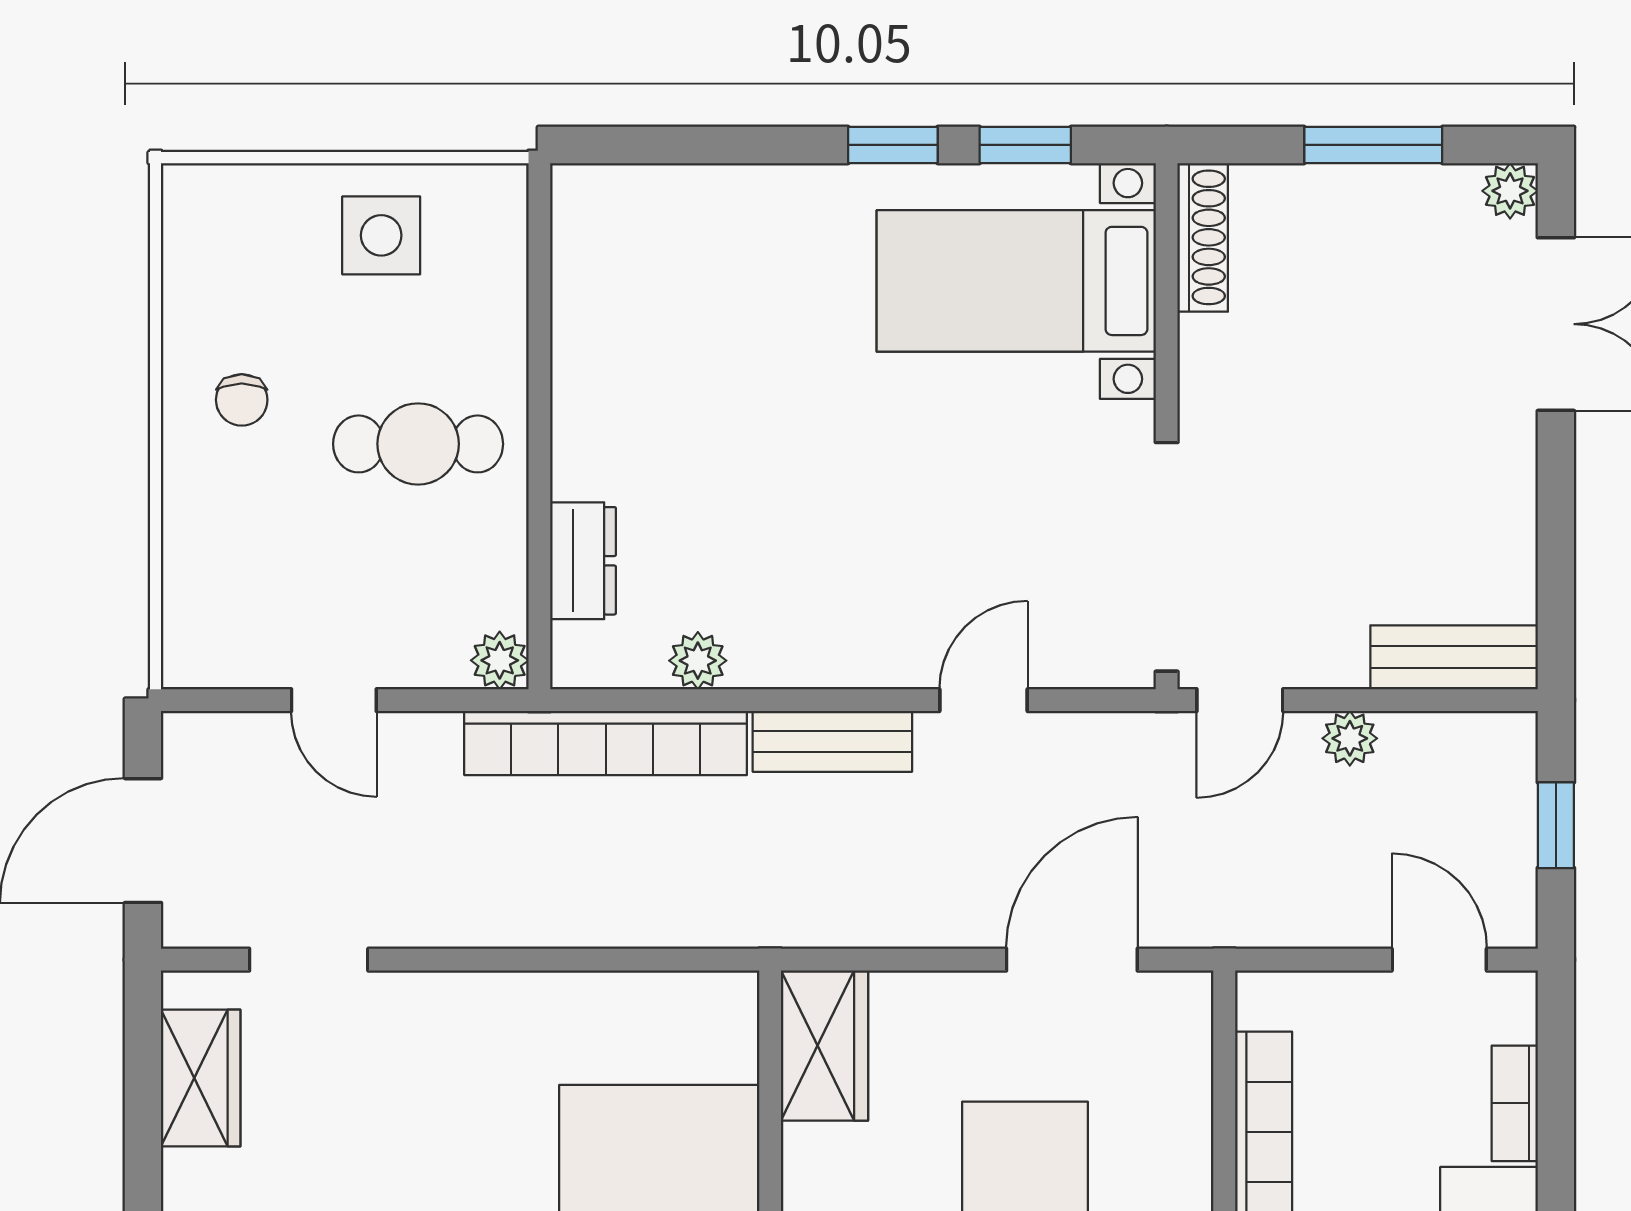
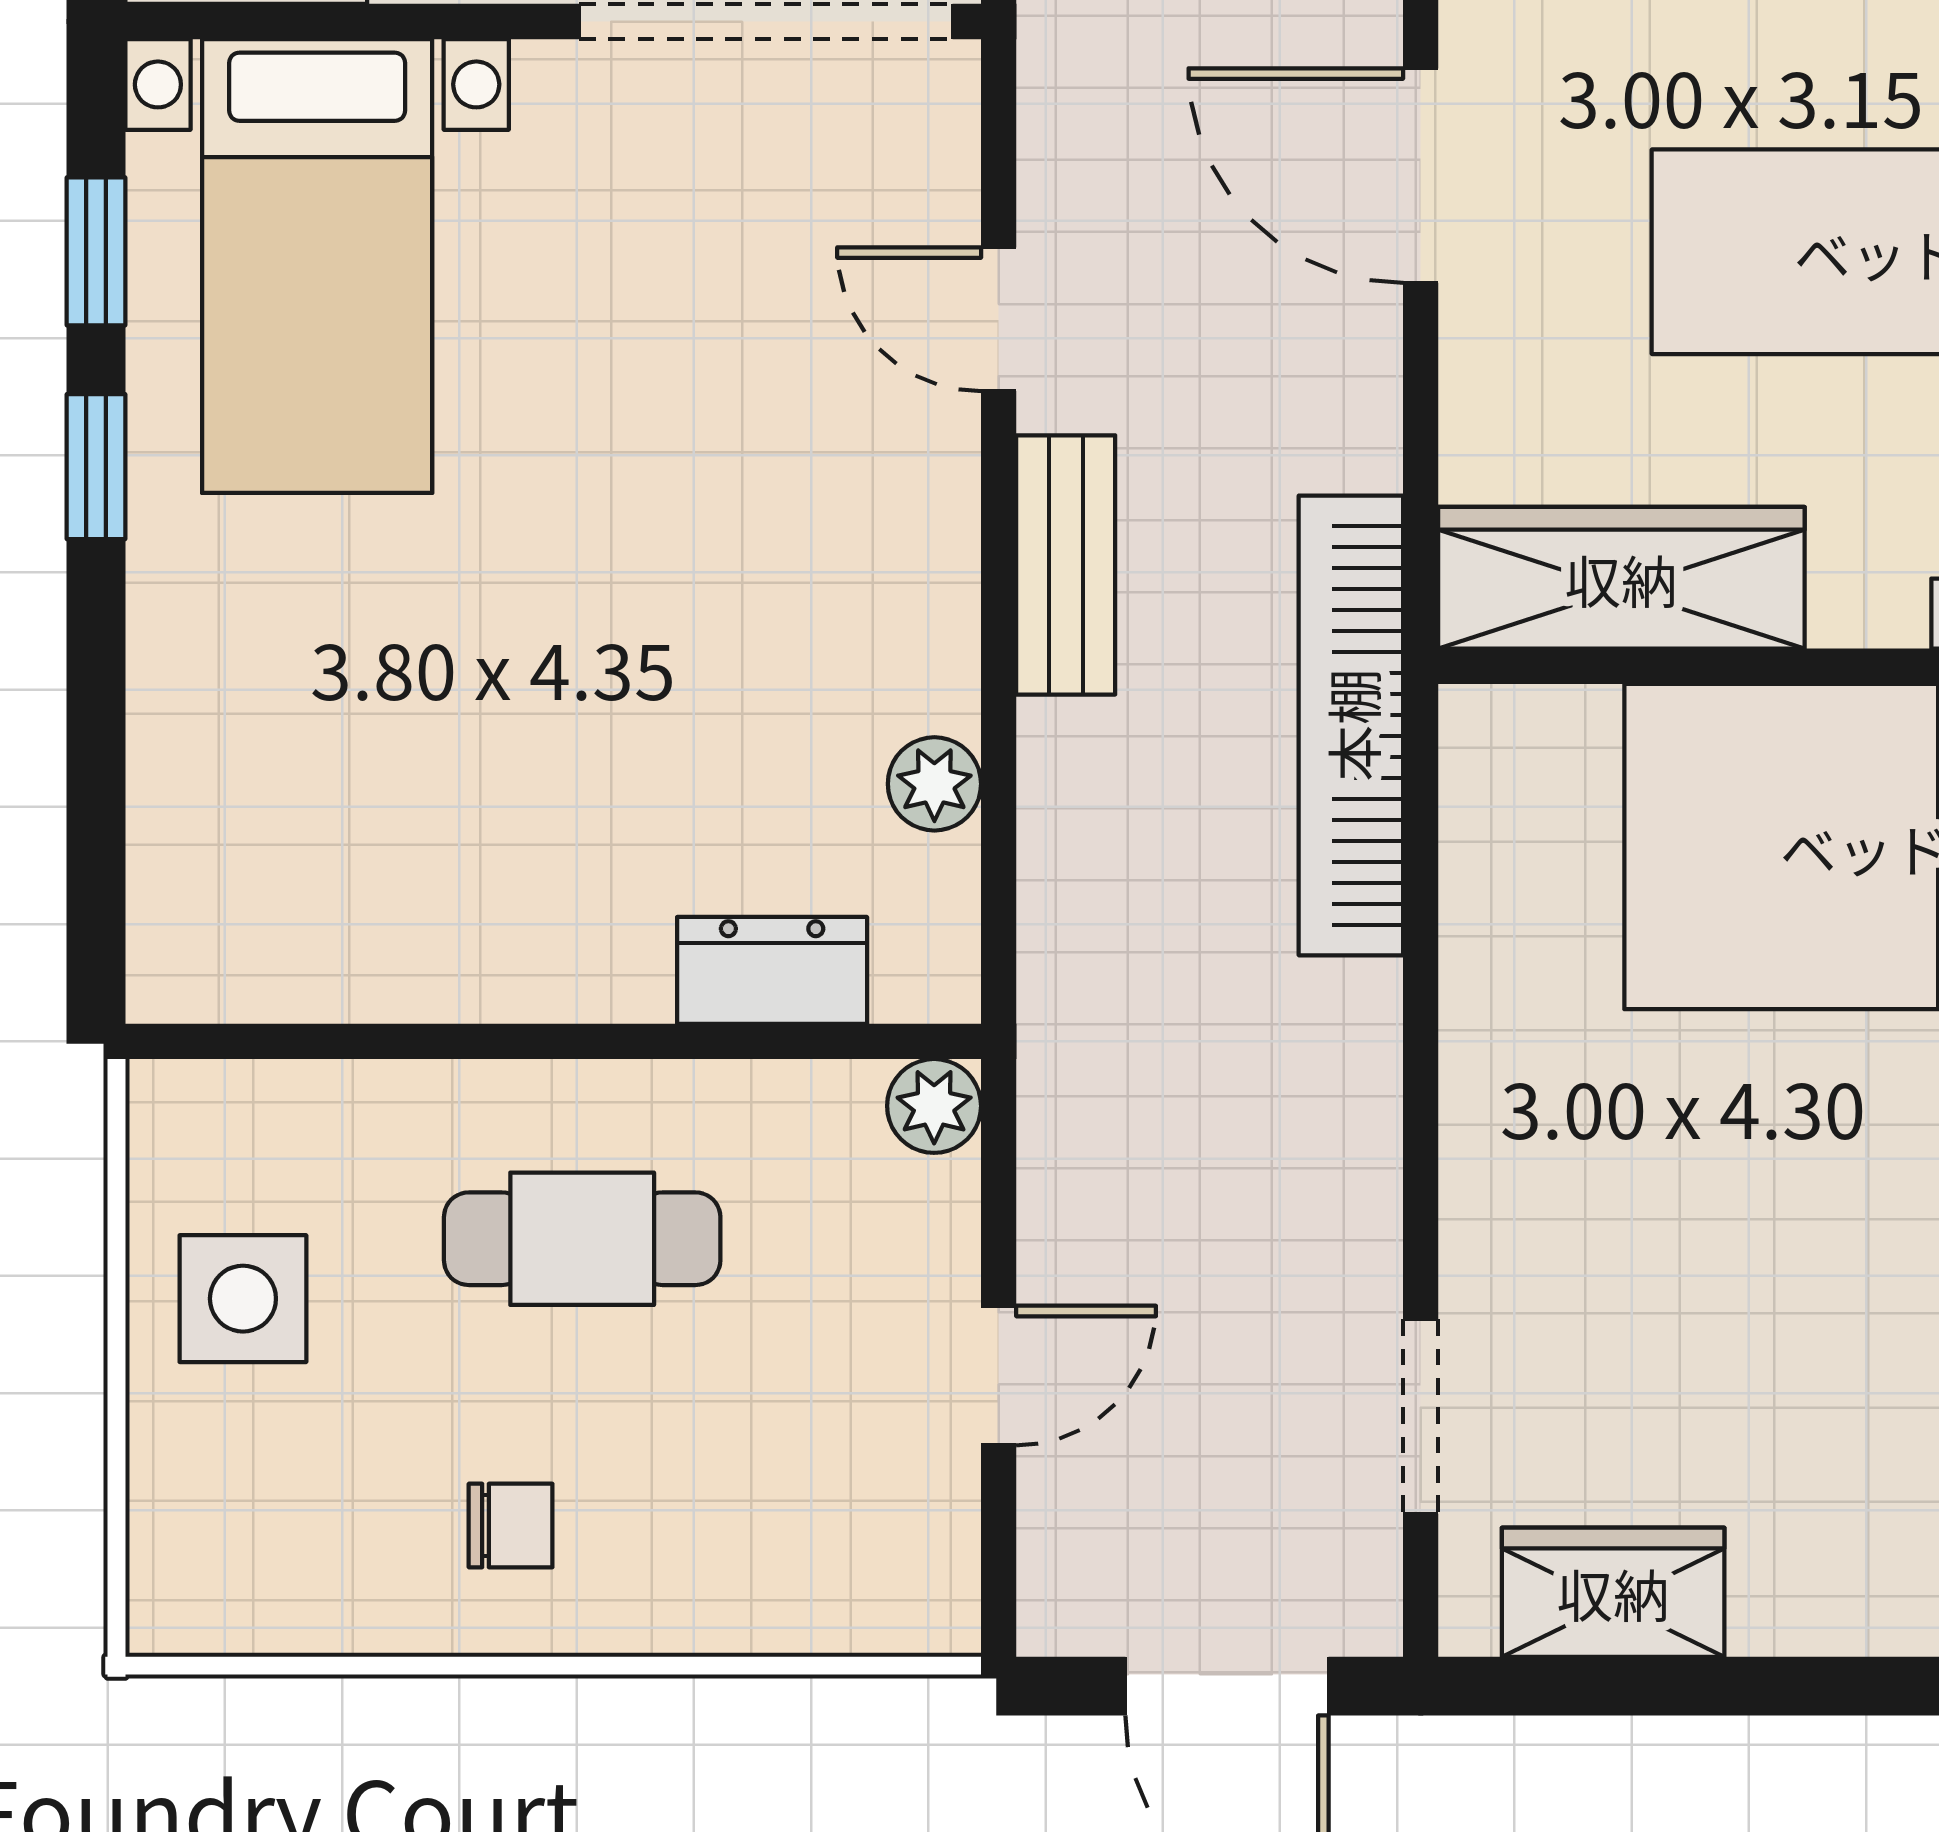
cafe table: (418, 444) -> (582, 1239), turned 90
bookcase: (606, 743) -> (1351, 725), moved, turned 180
wardrobe: (824, 1046) -> (1621, 578), width x1.50

